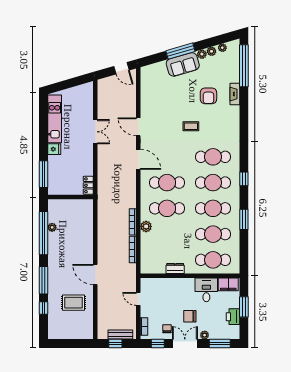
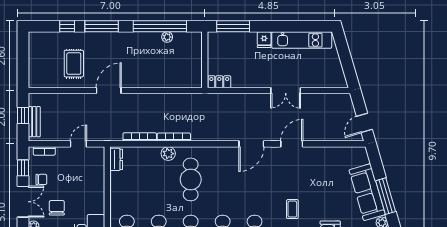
sofa: (183, 64) -> (367, 192), width x1.36
cafe table: (167, 183) -> (223, 179), removed
dresser: (175, 268) -> (116, 159), moved

